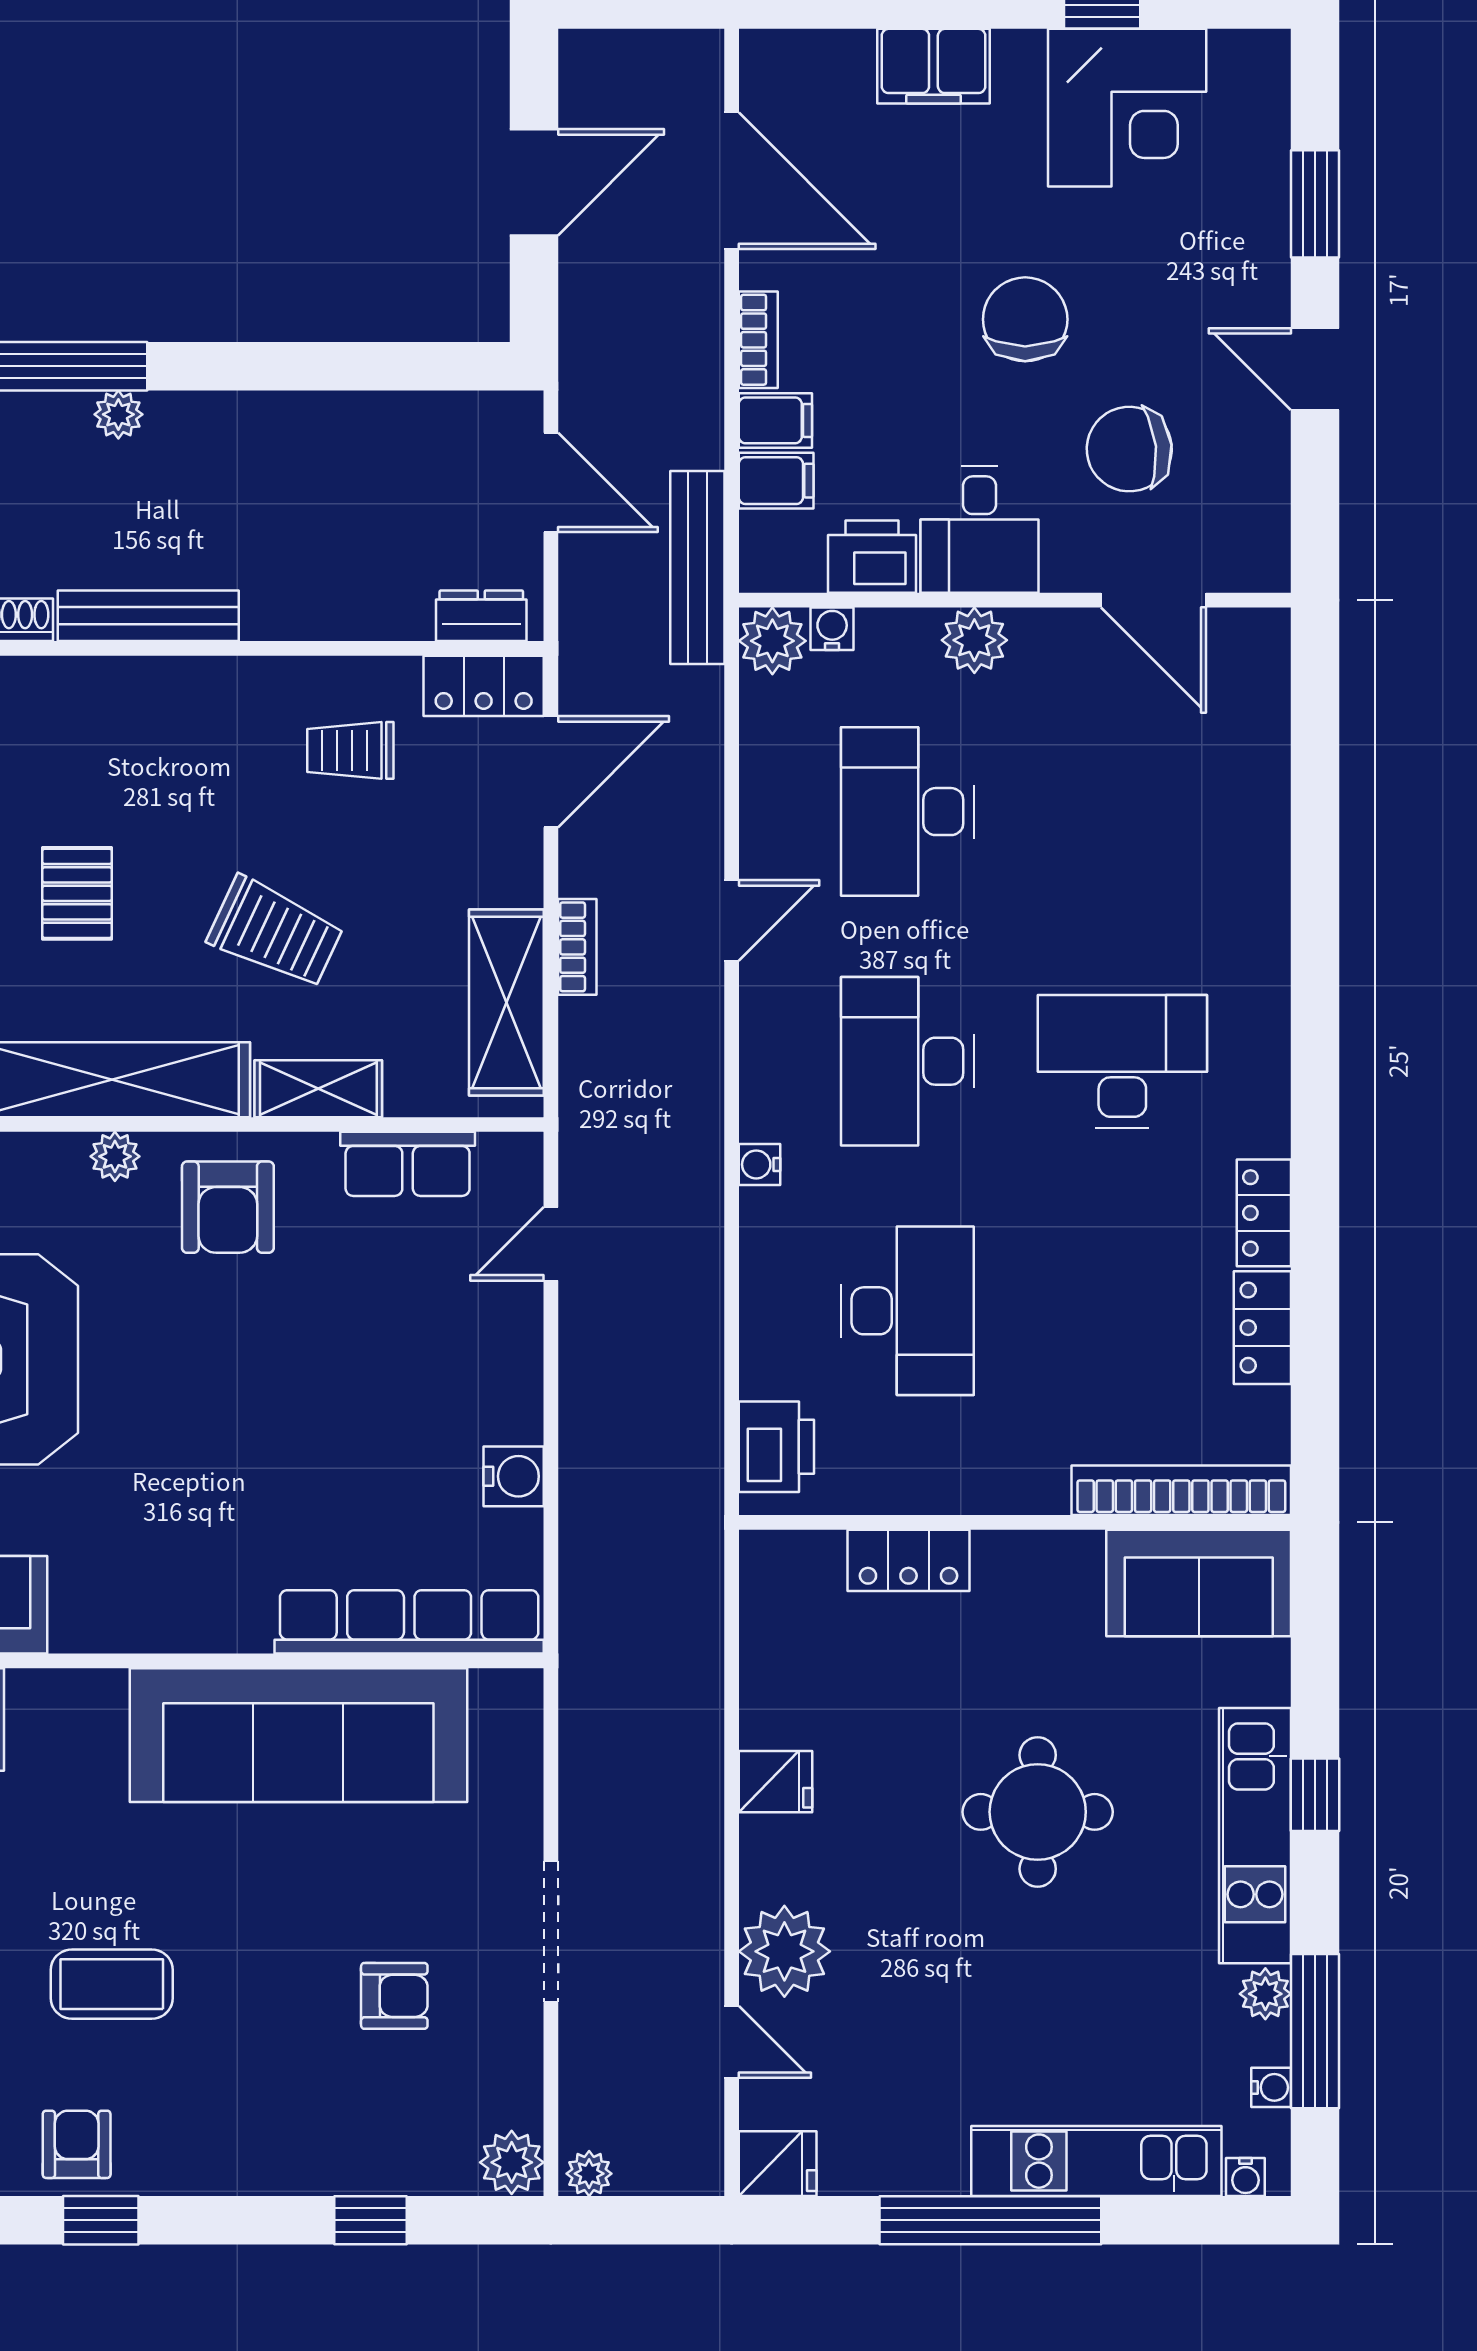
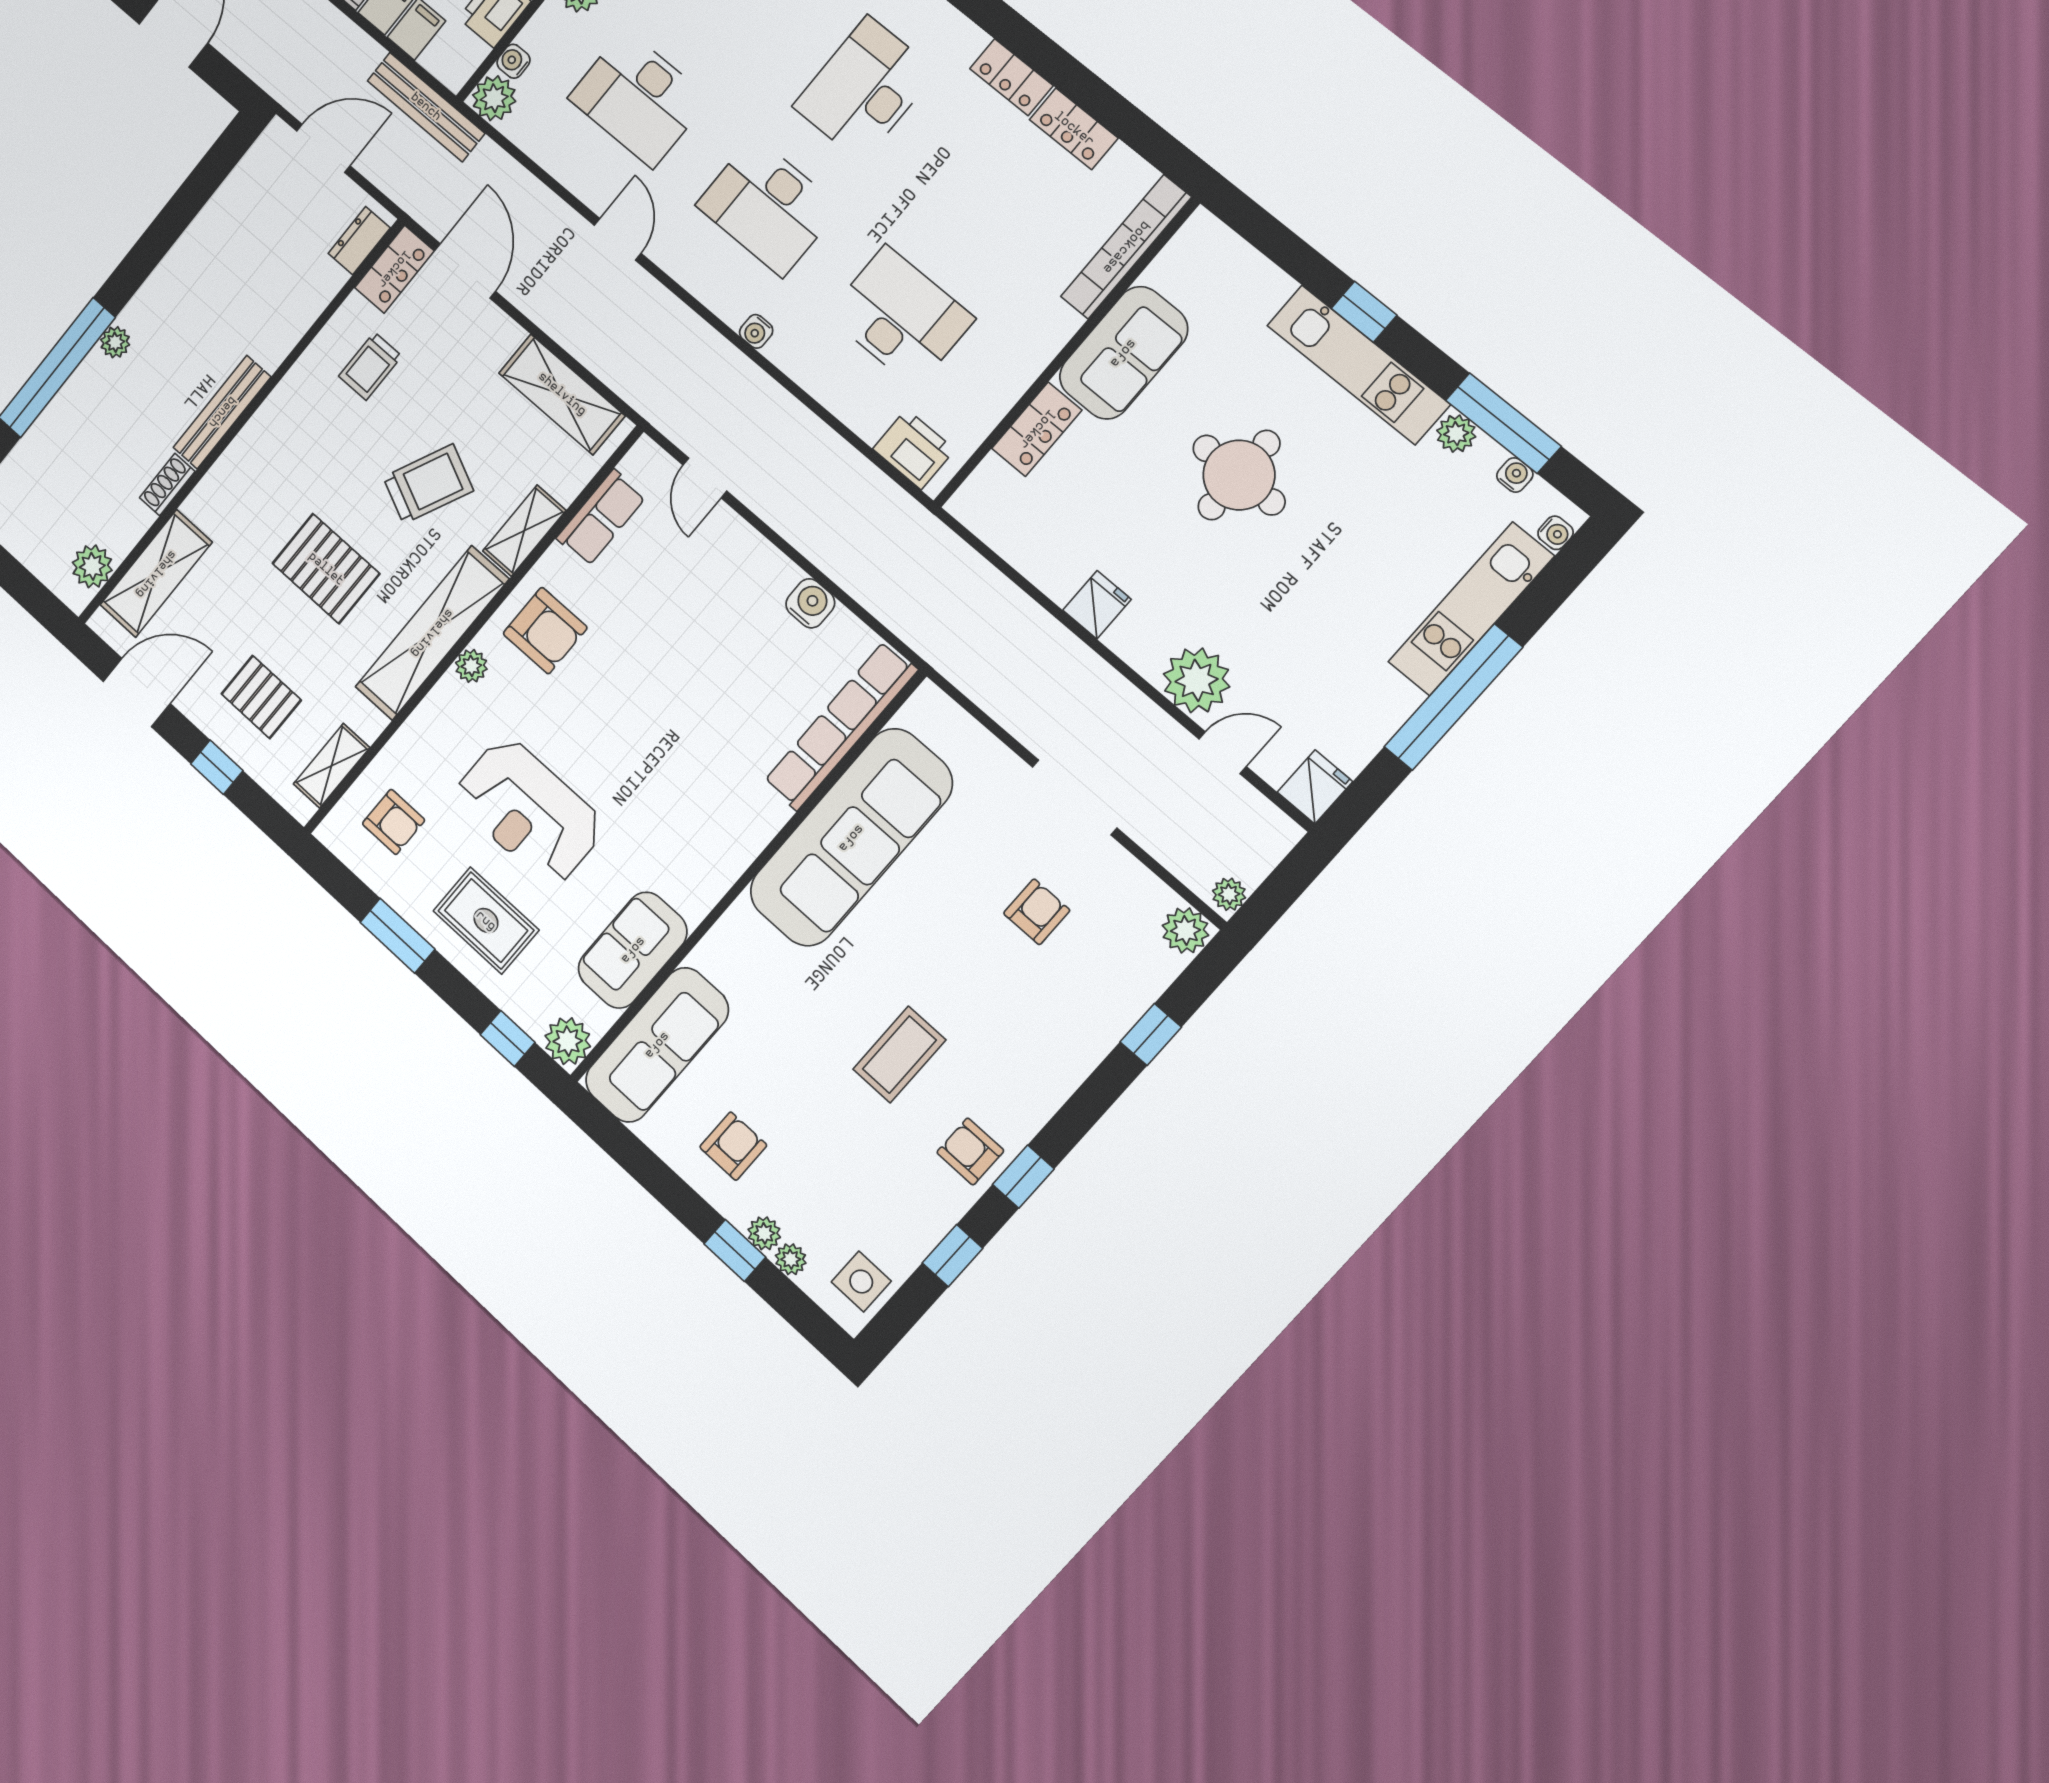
pallet: (77, 893) -> (326, 569), width x1.50, depth x1.42
bookcase: (577, 947) -> (564, 333), removed
sofa: (1199, 1583) -> (1123, 353), moved

